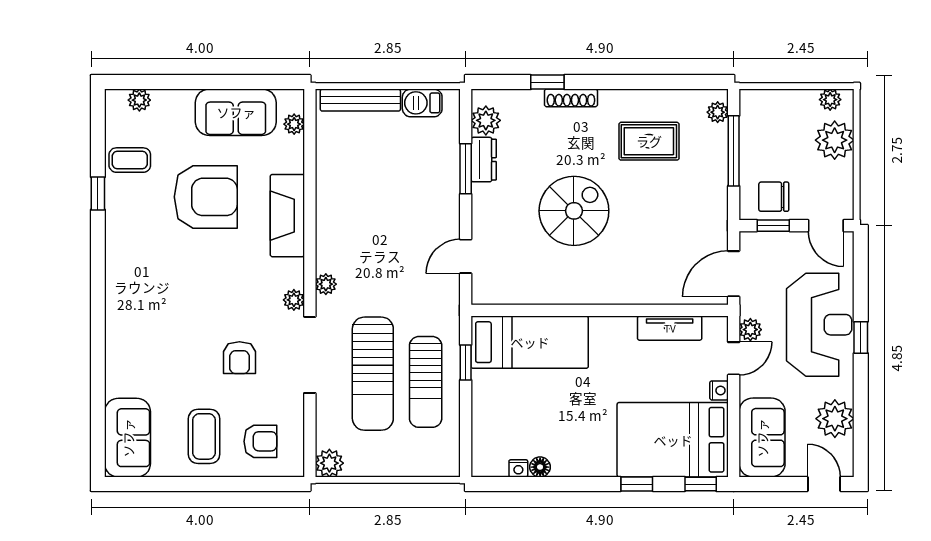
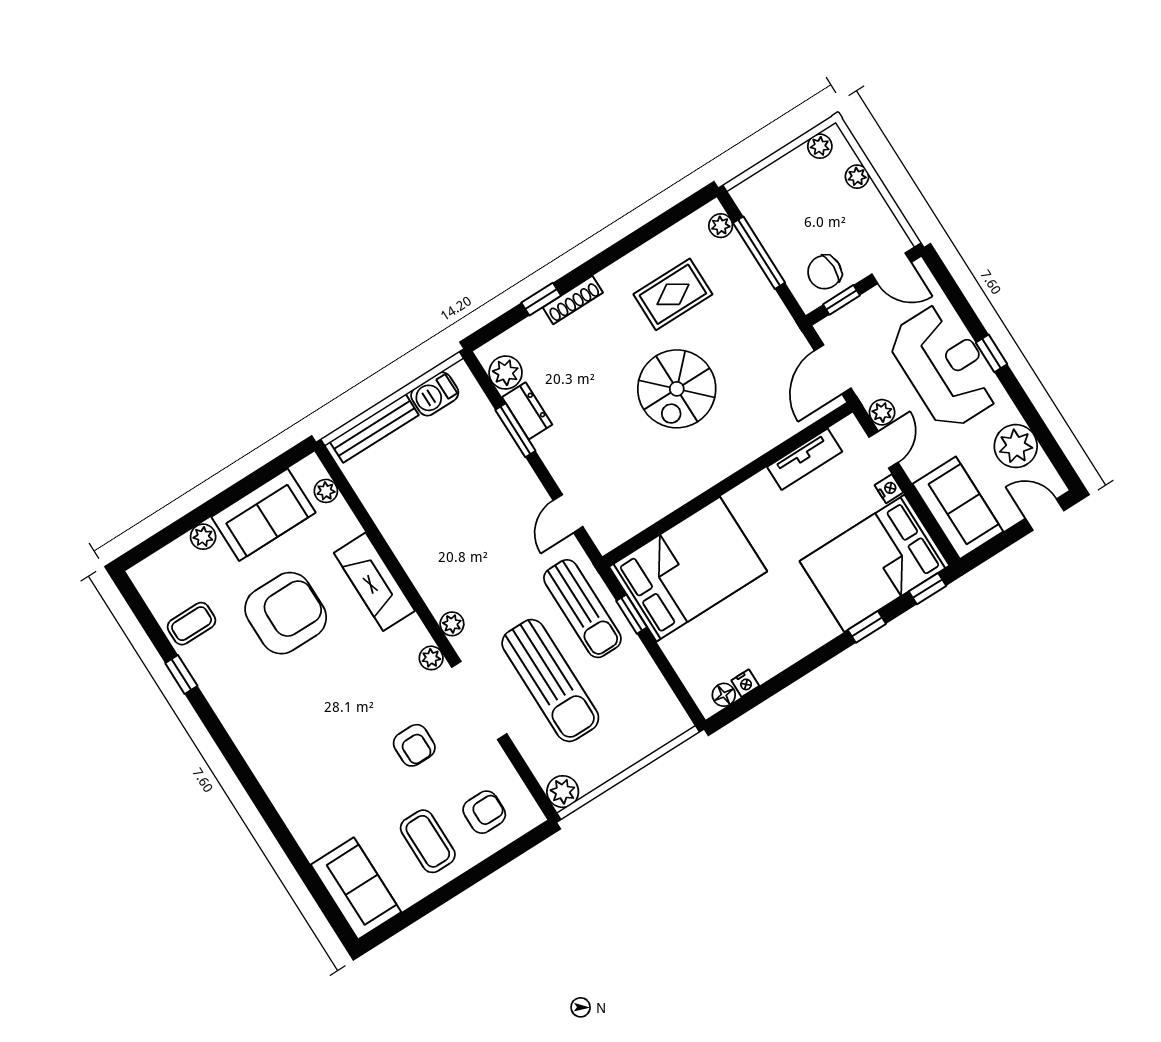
plant: (139, 100) -> (203, 537), moved
plant: (835, 140) -> (857, 177), width x0.53, depth x0.53
spiral stairs: (574, 211) -> (677, 389), moved, turned 180
bed: (530, 342) -> (688, 569), width x1.50
sun lounger: (426, 382) -> (582, 609), moved
floor lamp: (540, 467) -> (724, 695), moved

